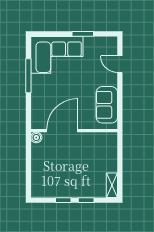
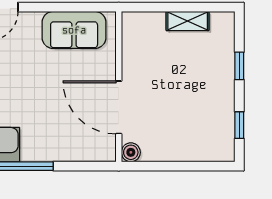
shelving: (112, 185) -> (188, 21), moved
window: (63, 200) -> (239, 125), moved

